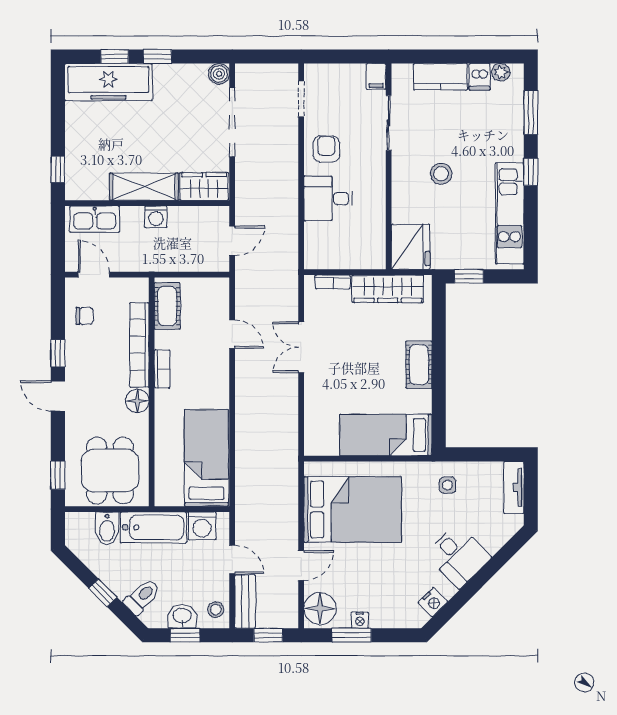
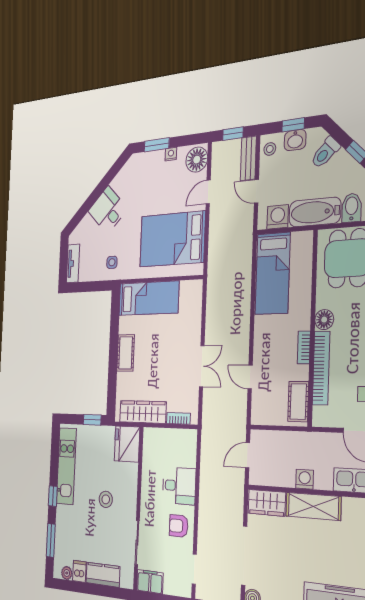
filing cabinet: (376, 76) -> (150, 582), width x2.00
armchair: (326, 149) -> (179, 526), turned 90
nightstand: (433, 602) -> (125, 174), removed
window: (352, 635) -> (157, 145), moved

